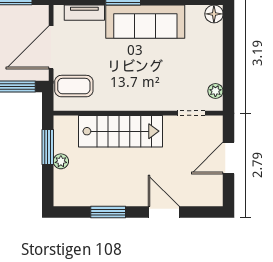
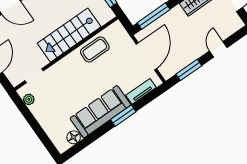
floor lamp: (214, 14) -> (74, 137), moved
coffee table: (74, 86) -> (95, 49), moved

